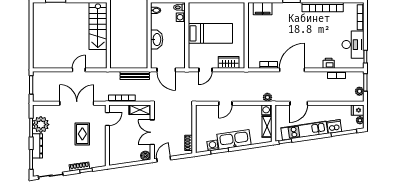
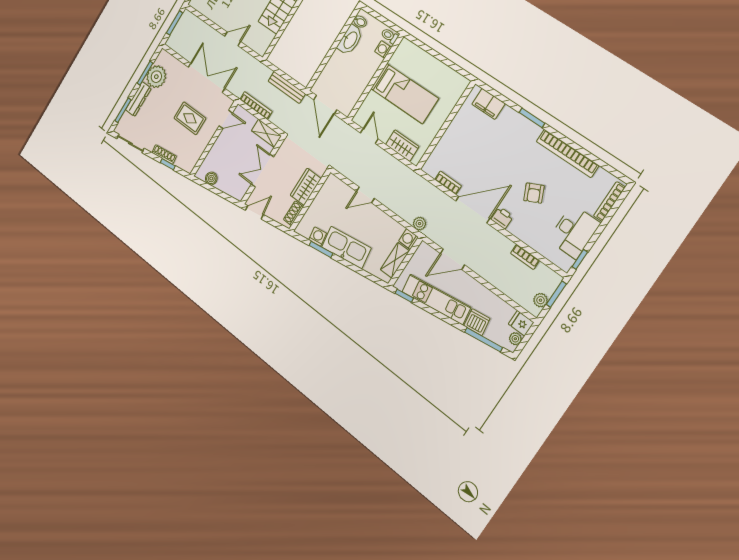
armchair: (319, 39) -> (534, 193), added
washbasin: (157, 40) -> (350, 40), moved
printer: (329, 63) -> (502, 218), moved
door: (205, 70) -> (369, 136), swing flipped
wardrobe: (186, 123) -> (306, 187), added
rug: (82, 134) -> (190, 118), turned 90
boiler: (145, 156) -> (211, 178), moved

